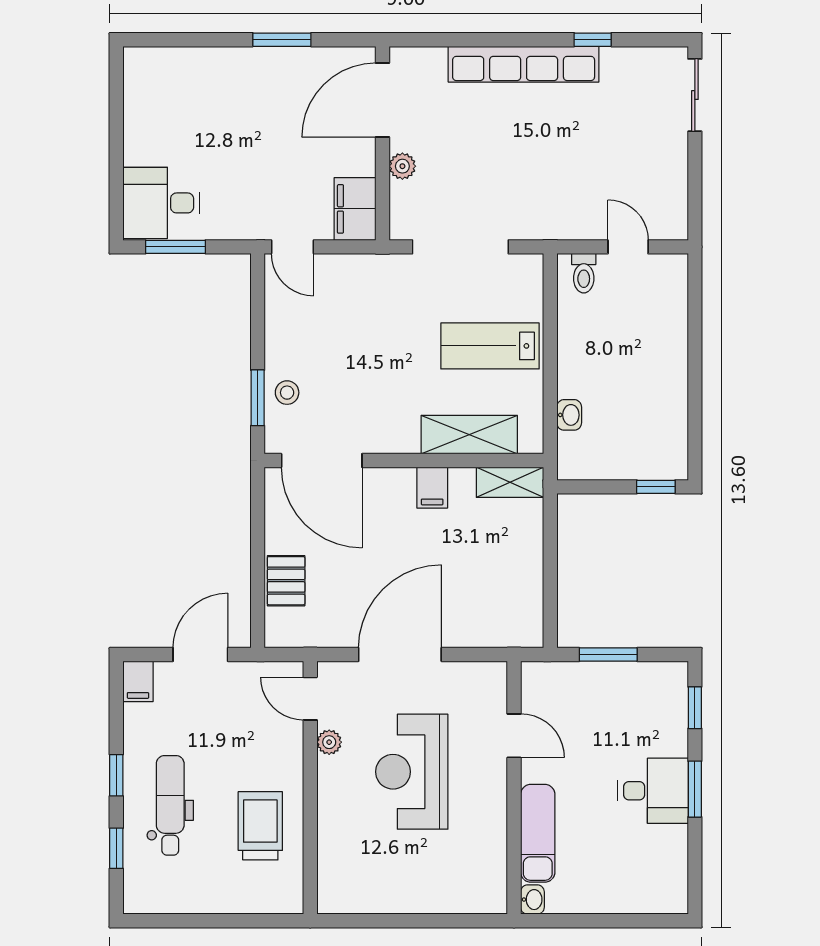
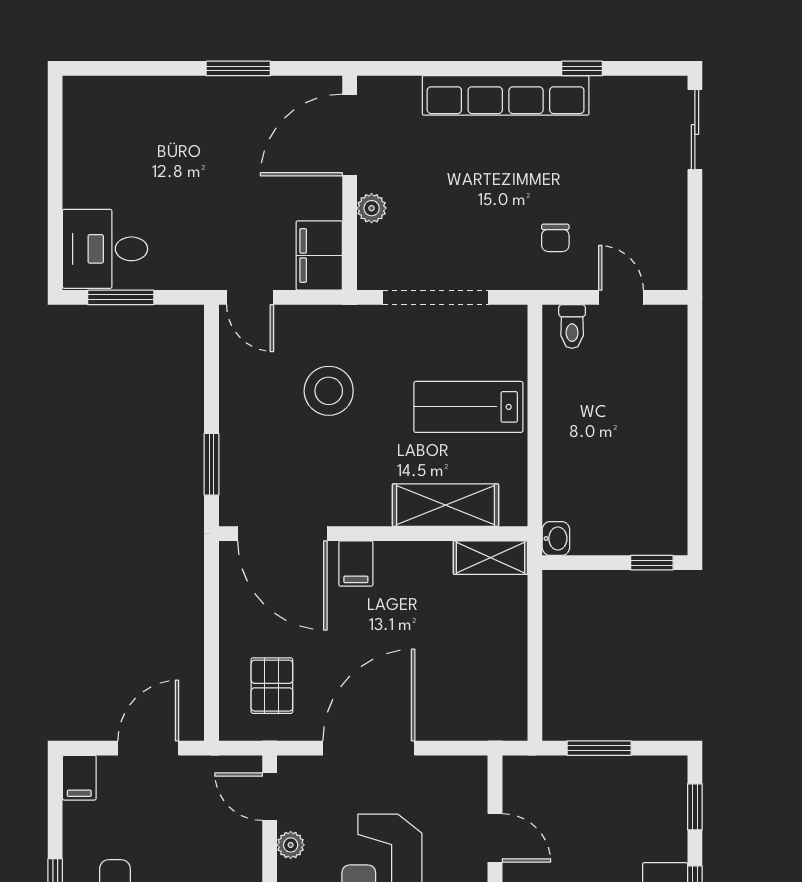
chair: (569, 193) -> (555, 238), added
stool: (287, 393) -> (329, 391), moved, width x1.89, depth x1.89
washbasin: (569, 415) -> (556, 539), moved
filing cabinet: (432, 488) -> (356, 564), moved
pallet: (286, 581) -> (272, 686), moved

